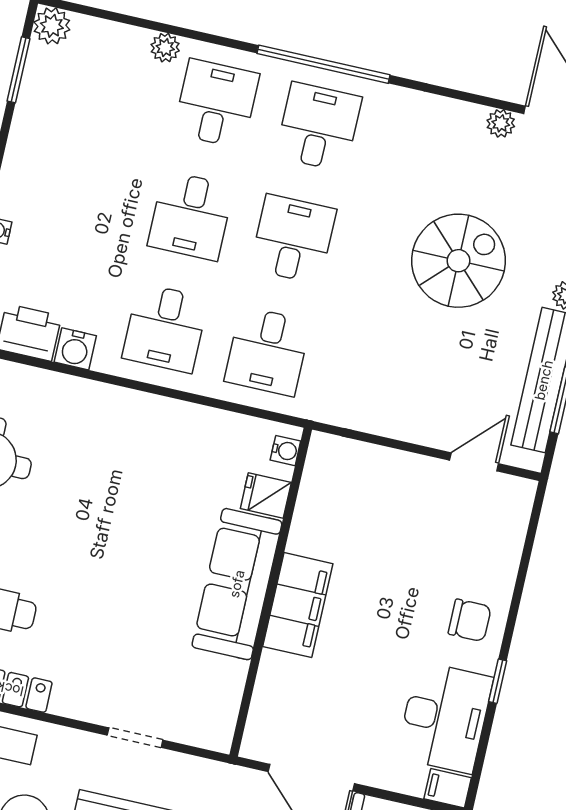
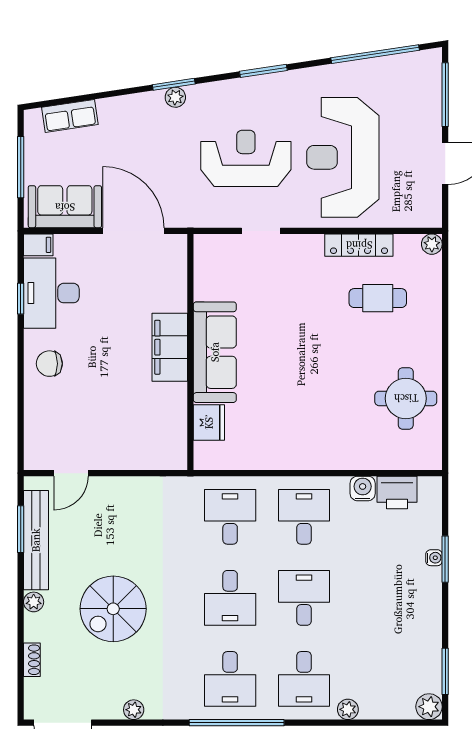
plant: (501, 123) -> (134, 710), moved
water cooler: (285, 451) -> (202, 451), removed
fridge: (266, 495) -> (209, 423), width x1.38
window: (498, 681) -> (21, 299), moved

